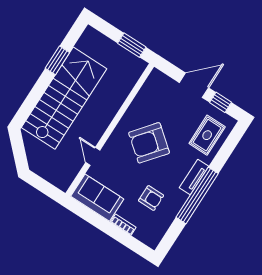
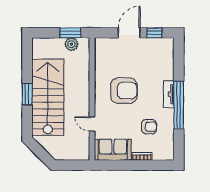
plant: (125, 58) -> (71, 44), added
window: (57, 60) -> (27, 94), moved
rug: (207, 135) -> (159, 61), removed
armchair: (149, 143) -> (124, 91), turned -129

